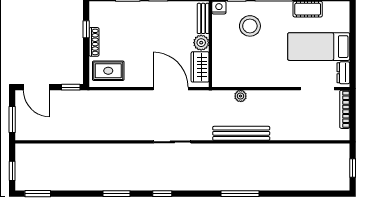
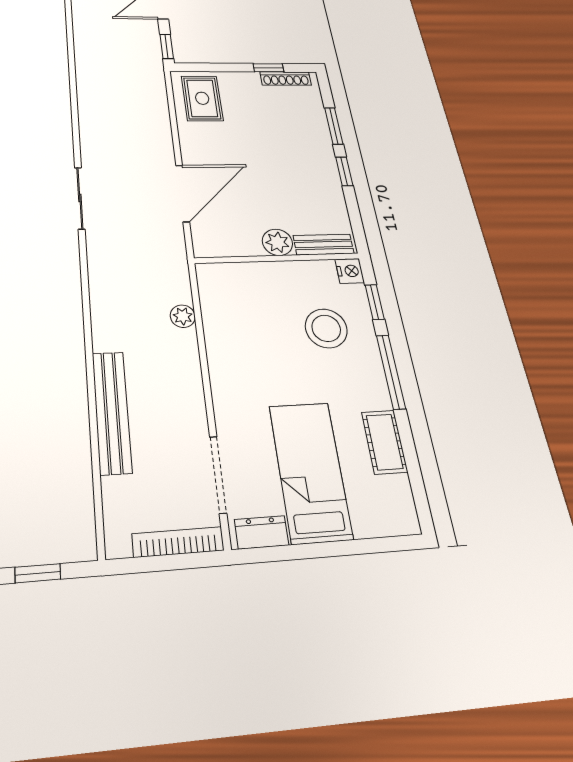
shoe rack: (94, 42) -> (286, 79), moved
wardrobe: (200, 67) -> (231, 242), removed
bench: (241, 133) -> (112, 412), moved

